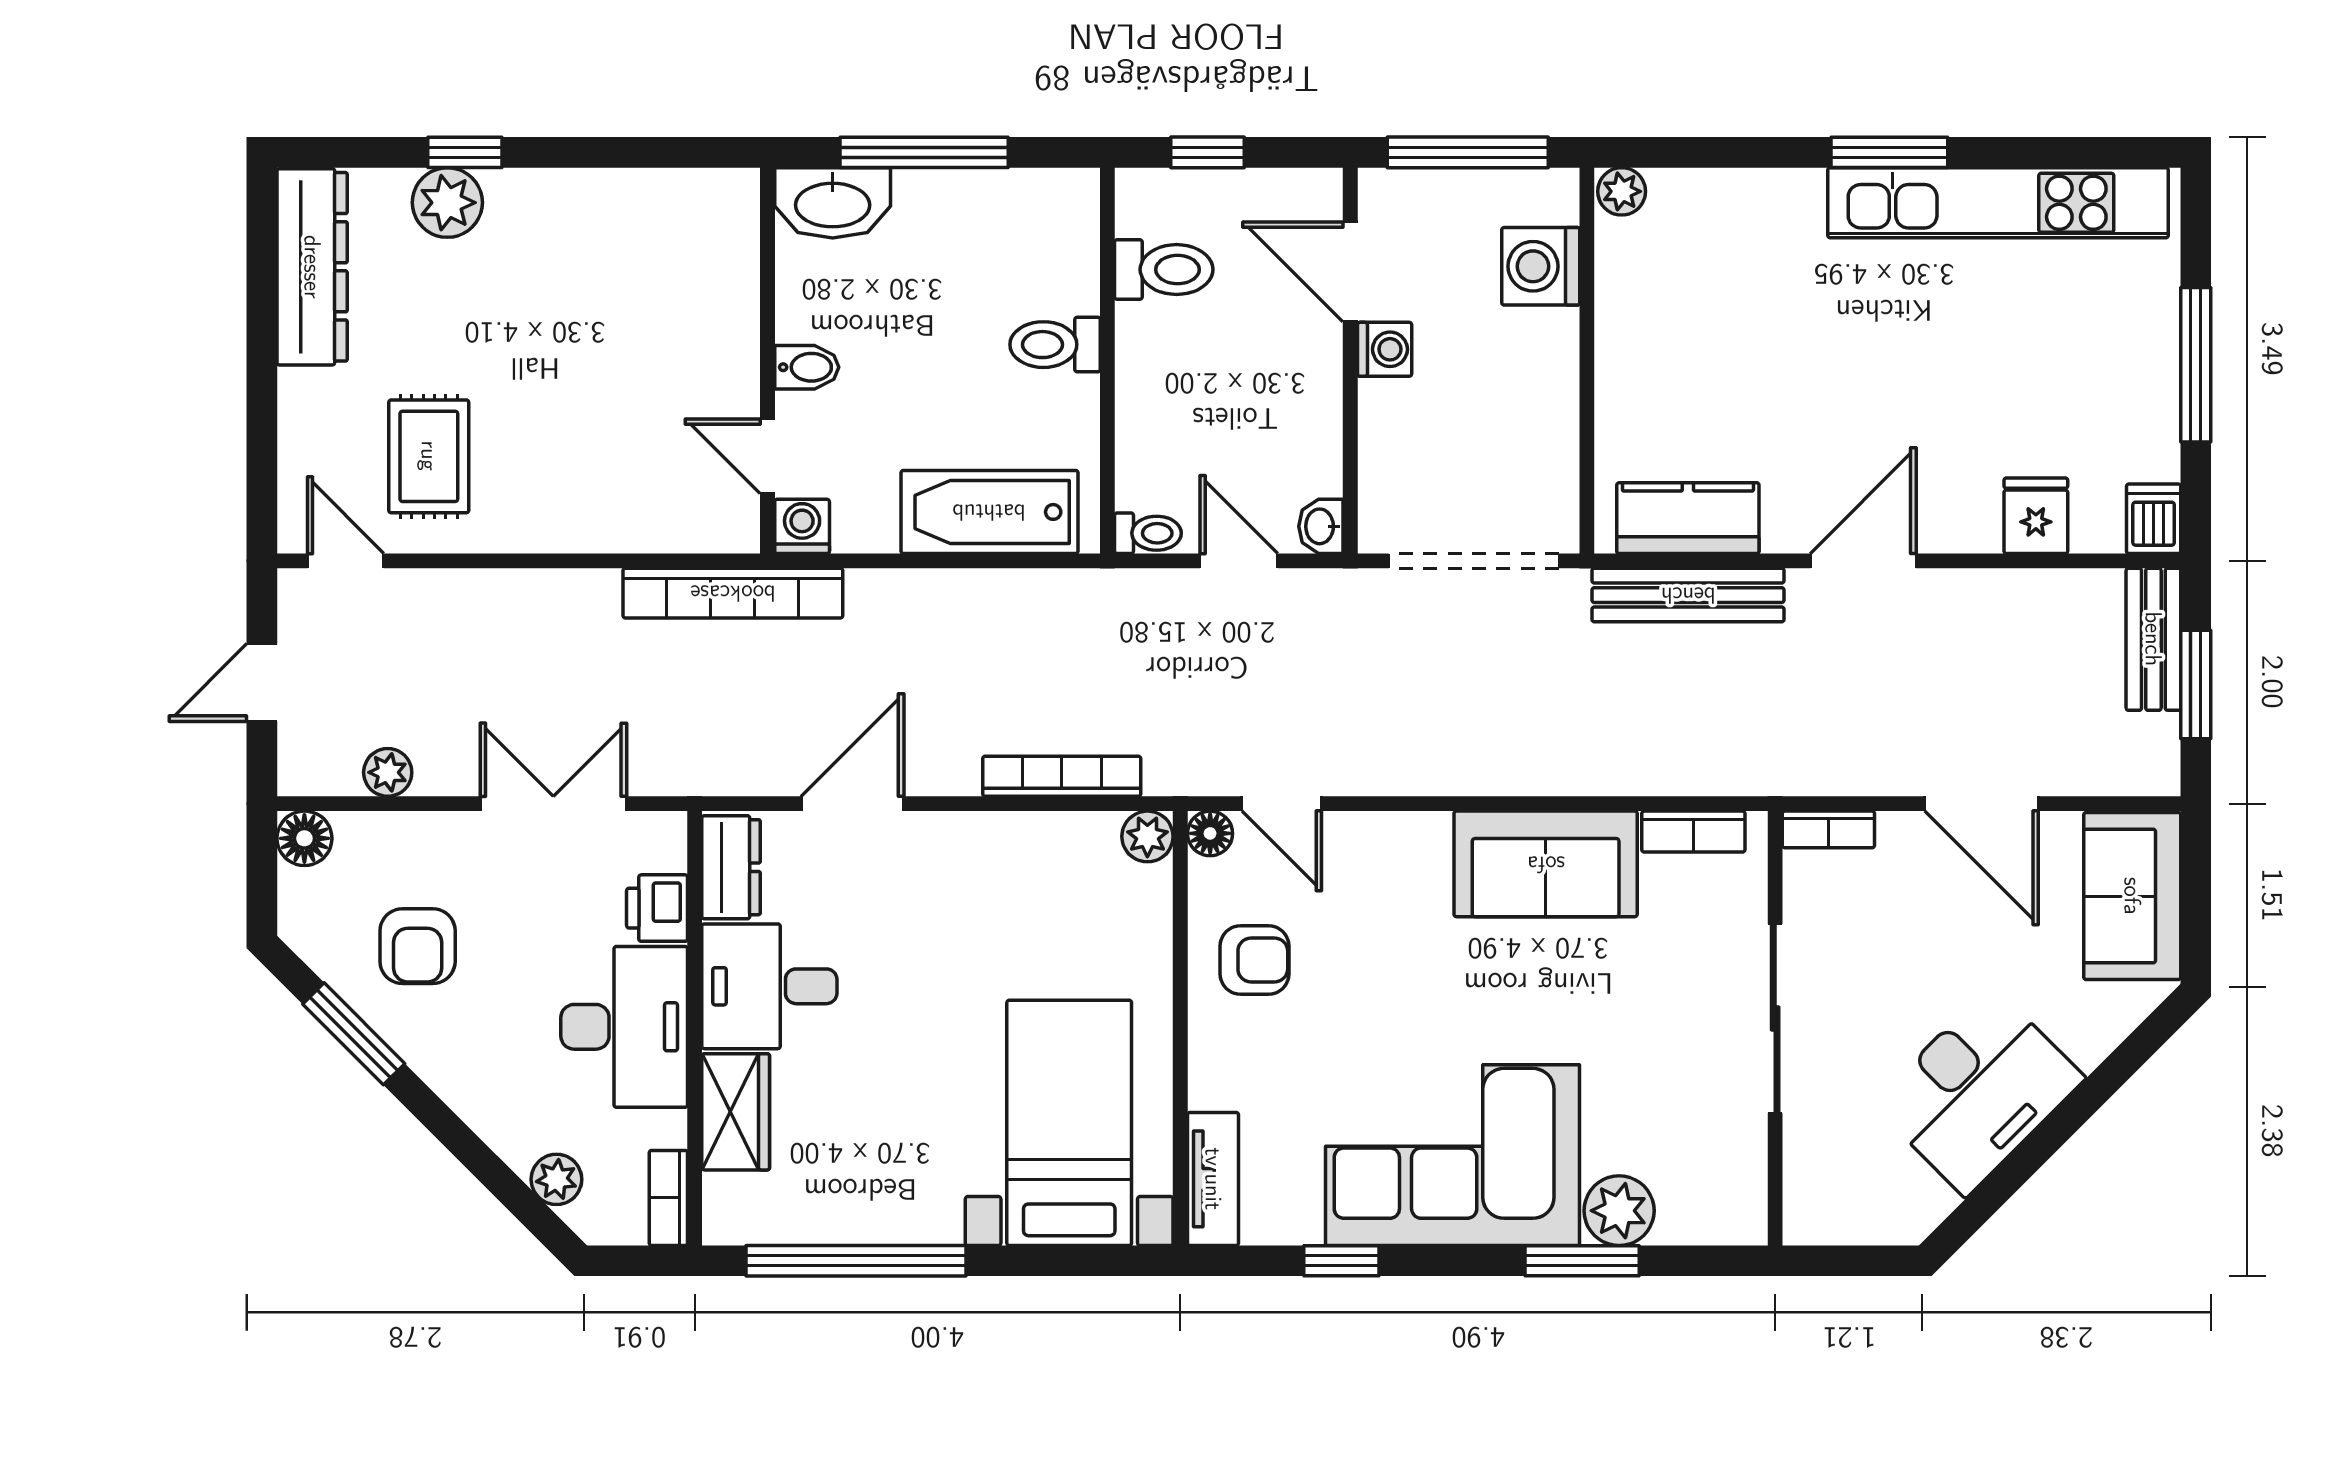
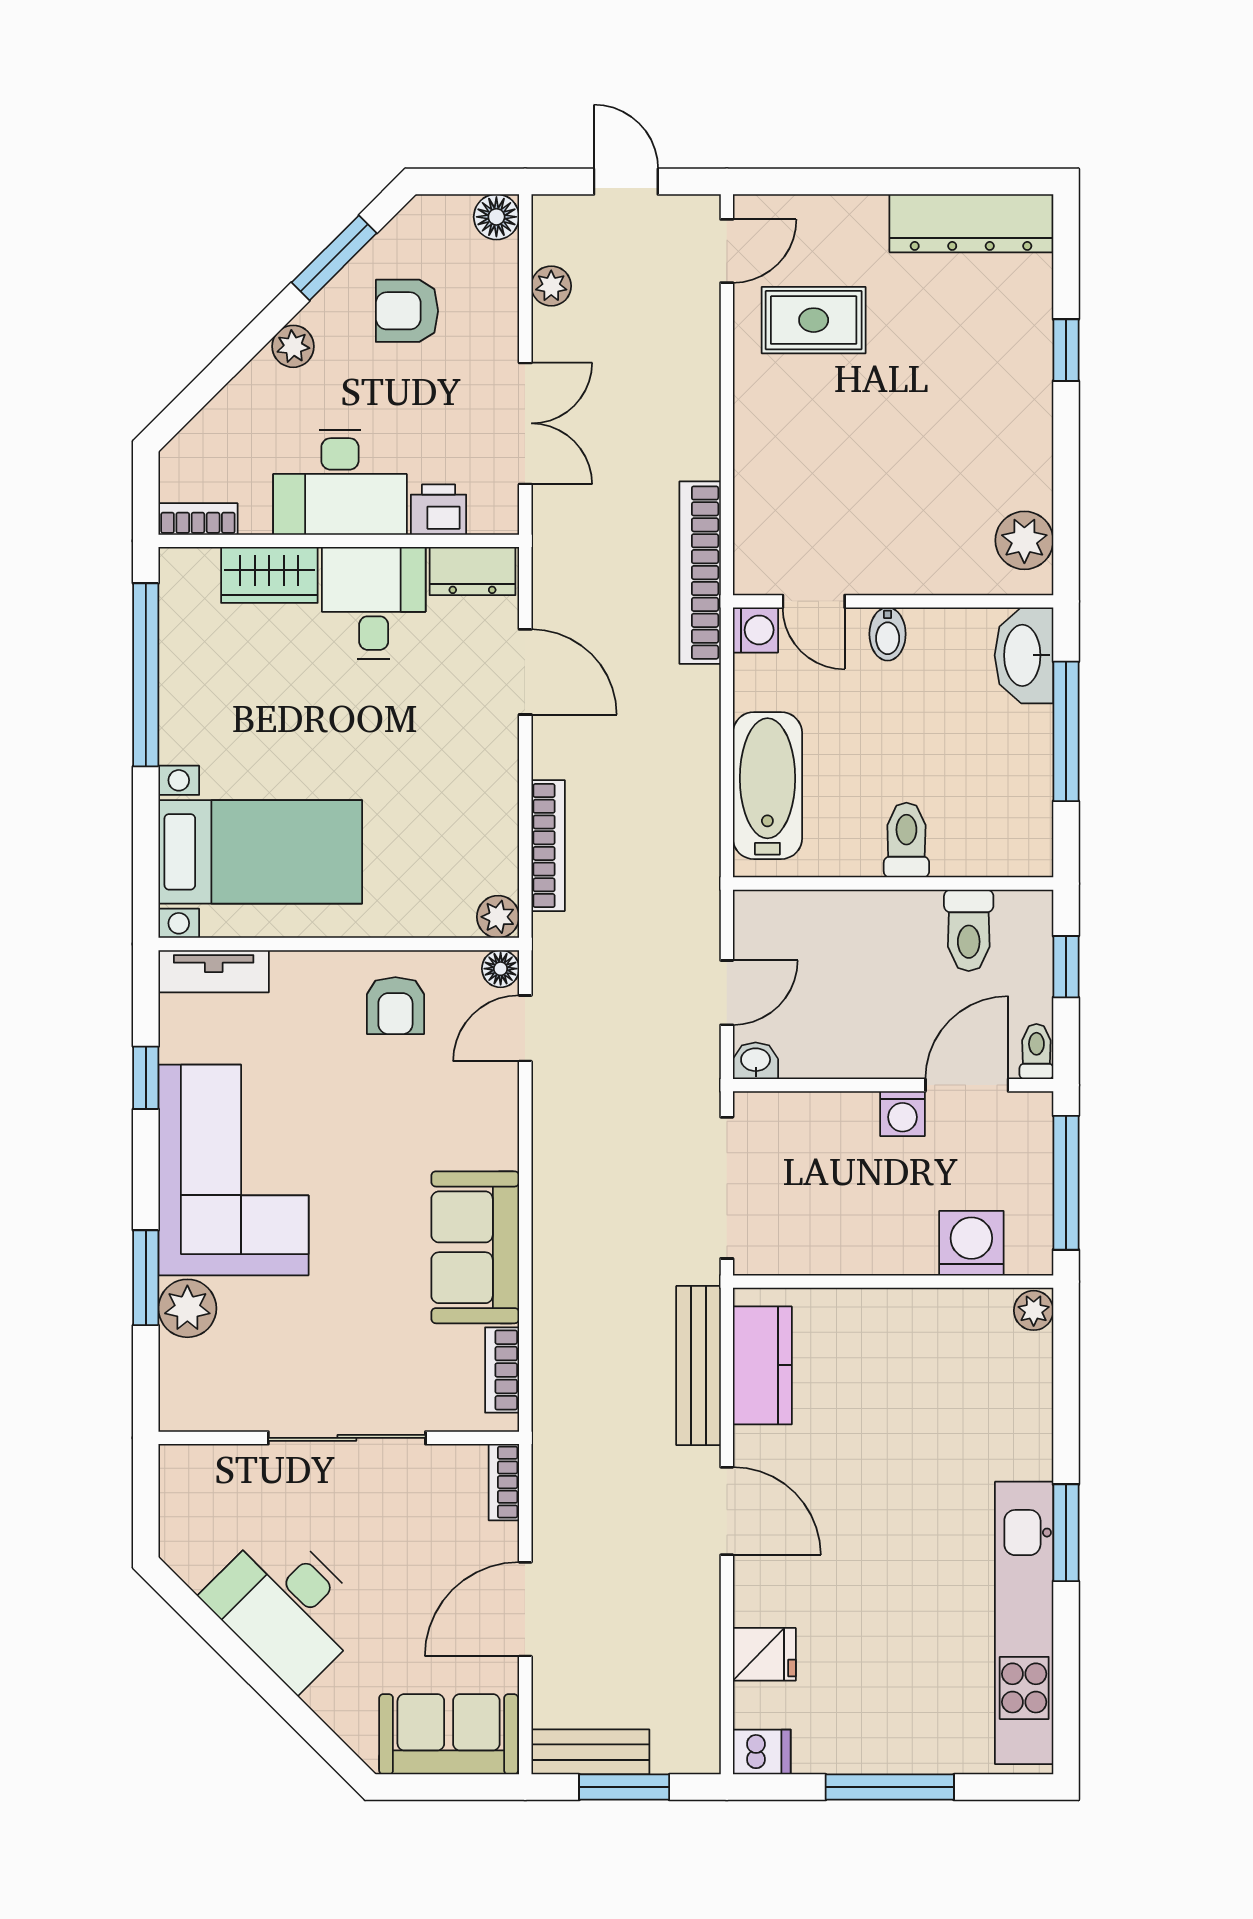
plant: (447, 203) -> (1024, 540), moved
door: (768, 456) -> (814, 601), swing flipped
toilet: (1148, 533) -> (1036, 1051), moved, turned 180
bench: (2153, 639) -> (590, 1752), moved
plant: (556, 1179) -> (293, 346), moved

